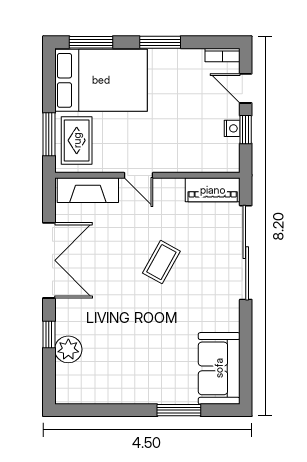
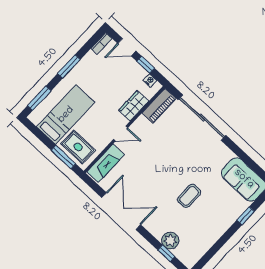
bed: (101, 80) -> (66, 115), width x0.67
nightstand: (232, 128) -> (150, 80), moved
wardrobe: (185, 160) -> (134, 106), added
coffee table: (161, 262) -> (189, 196), moved, turned 61
window: (49, 334) -> (166, 253), moved
window: (179, 410) -> (246, 216), width x0.67

